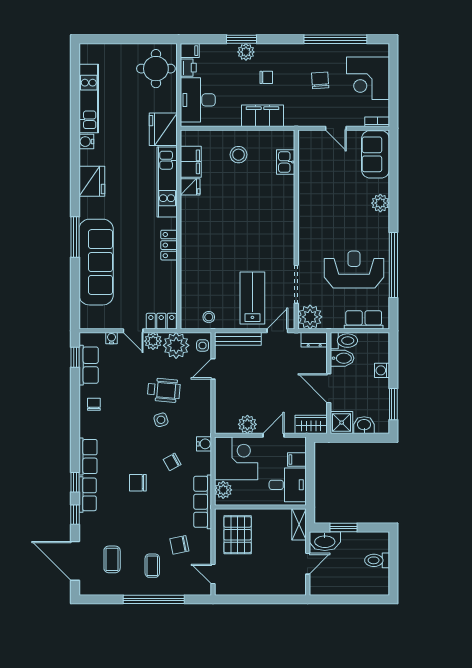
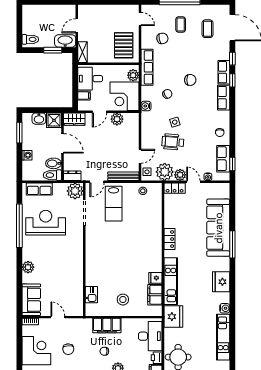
reception desk: (354, 270) -> (46, 223), turned 180
toilet: (377, 560) -> (30, 39), moved

